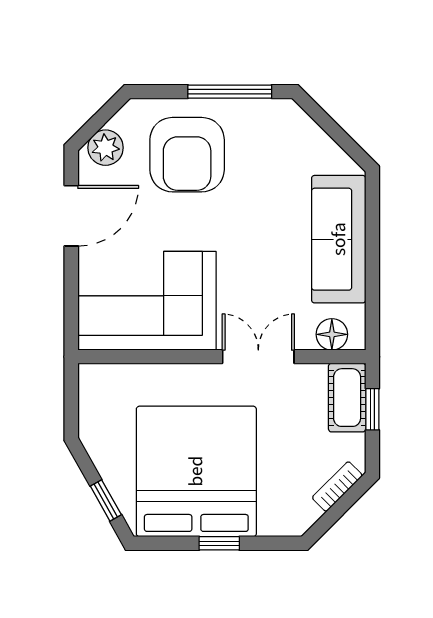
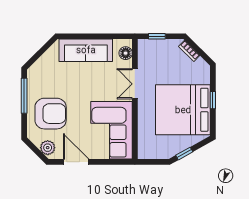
cot: (347, 398) -> (152, 47), removed
window: (106, 500) -> (184, 154), moved

